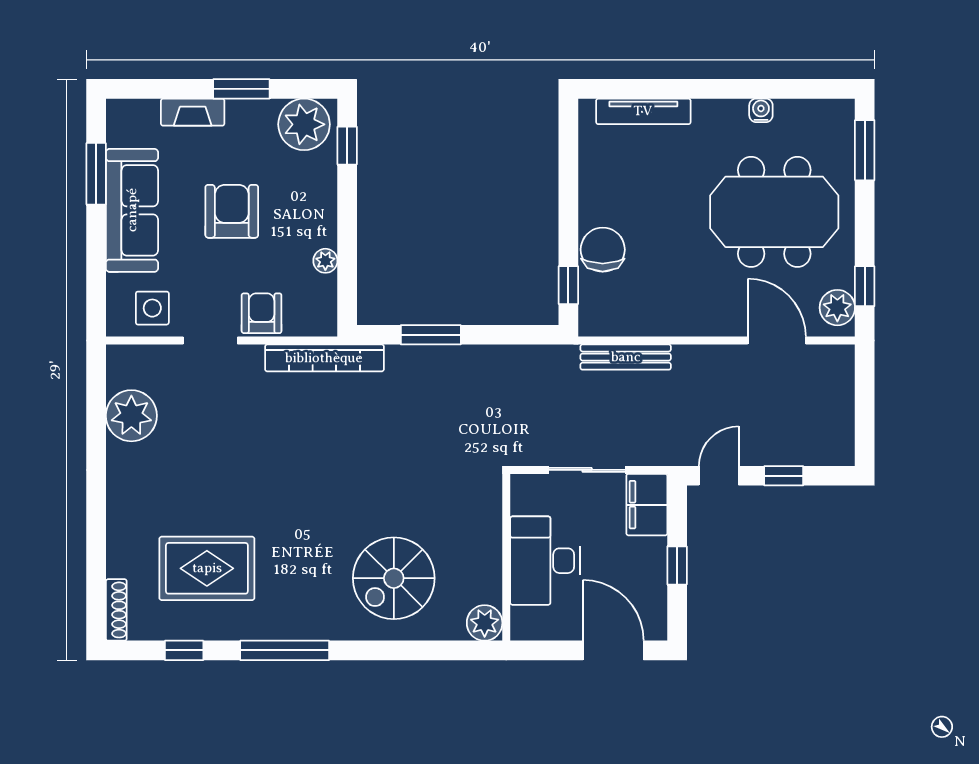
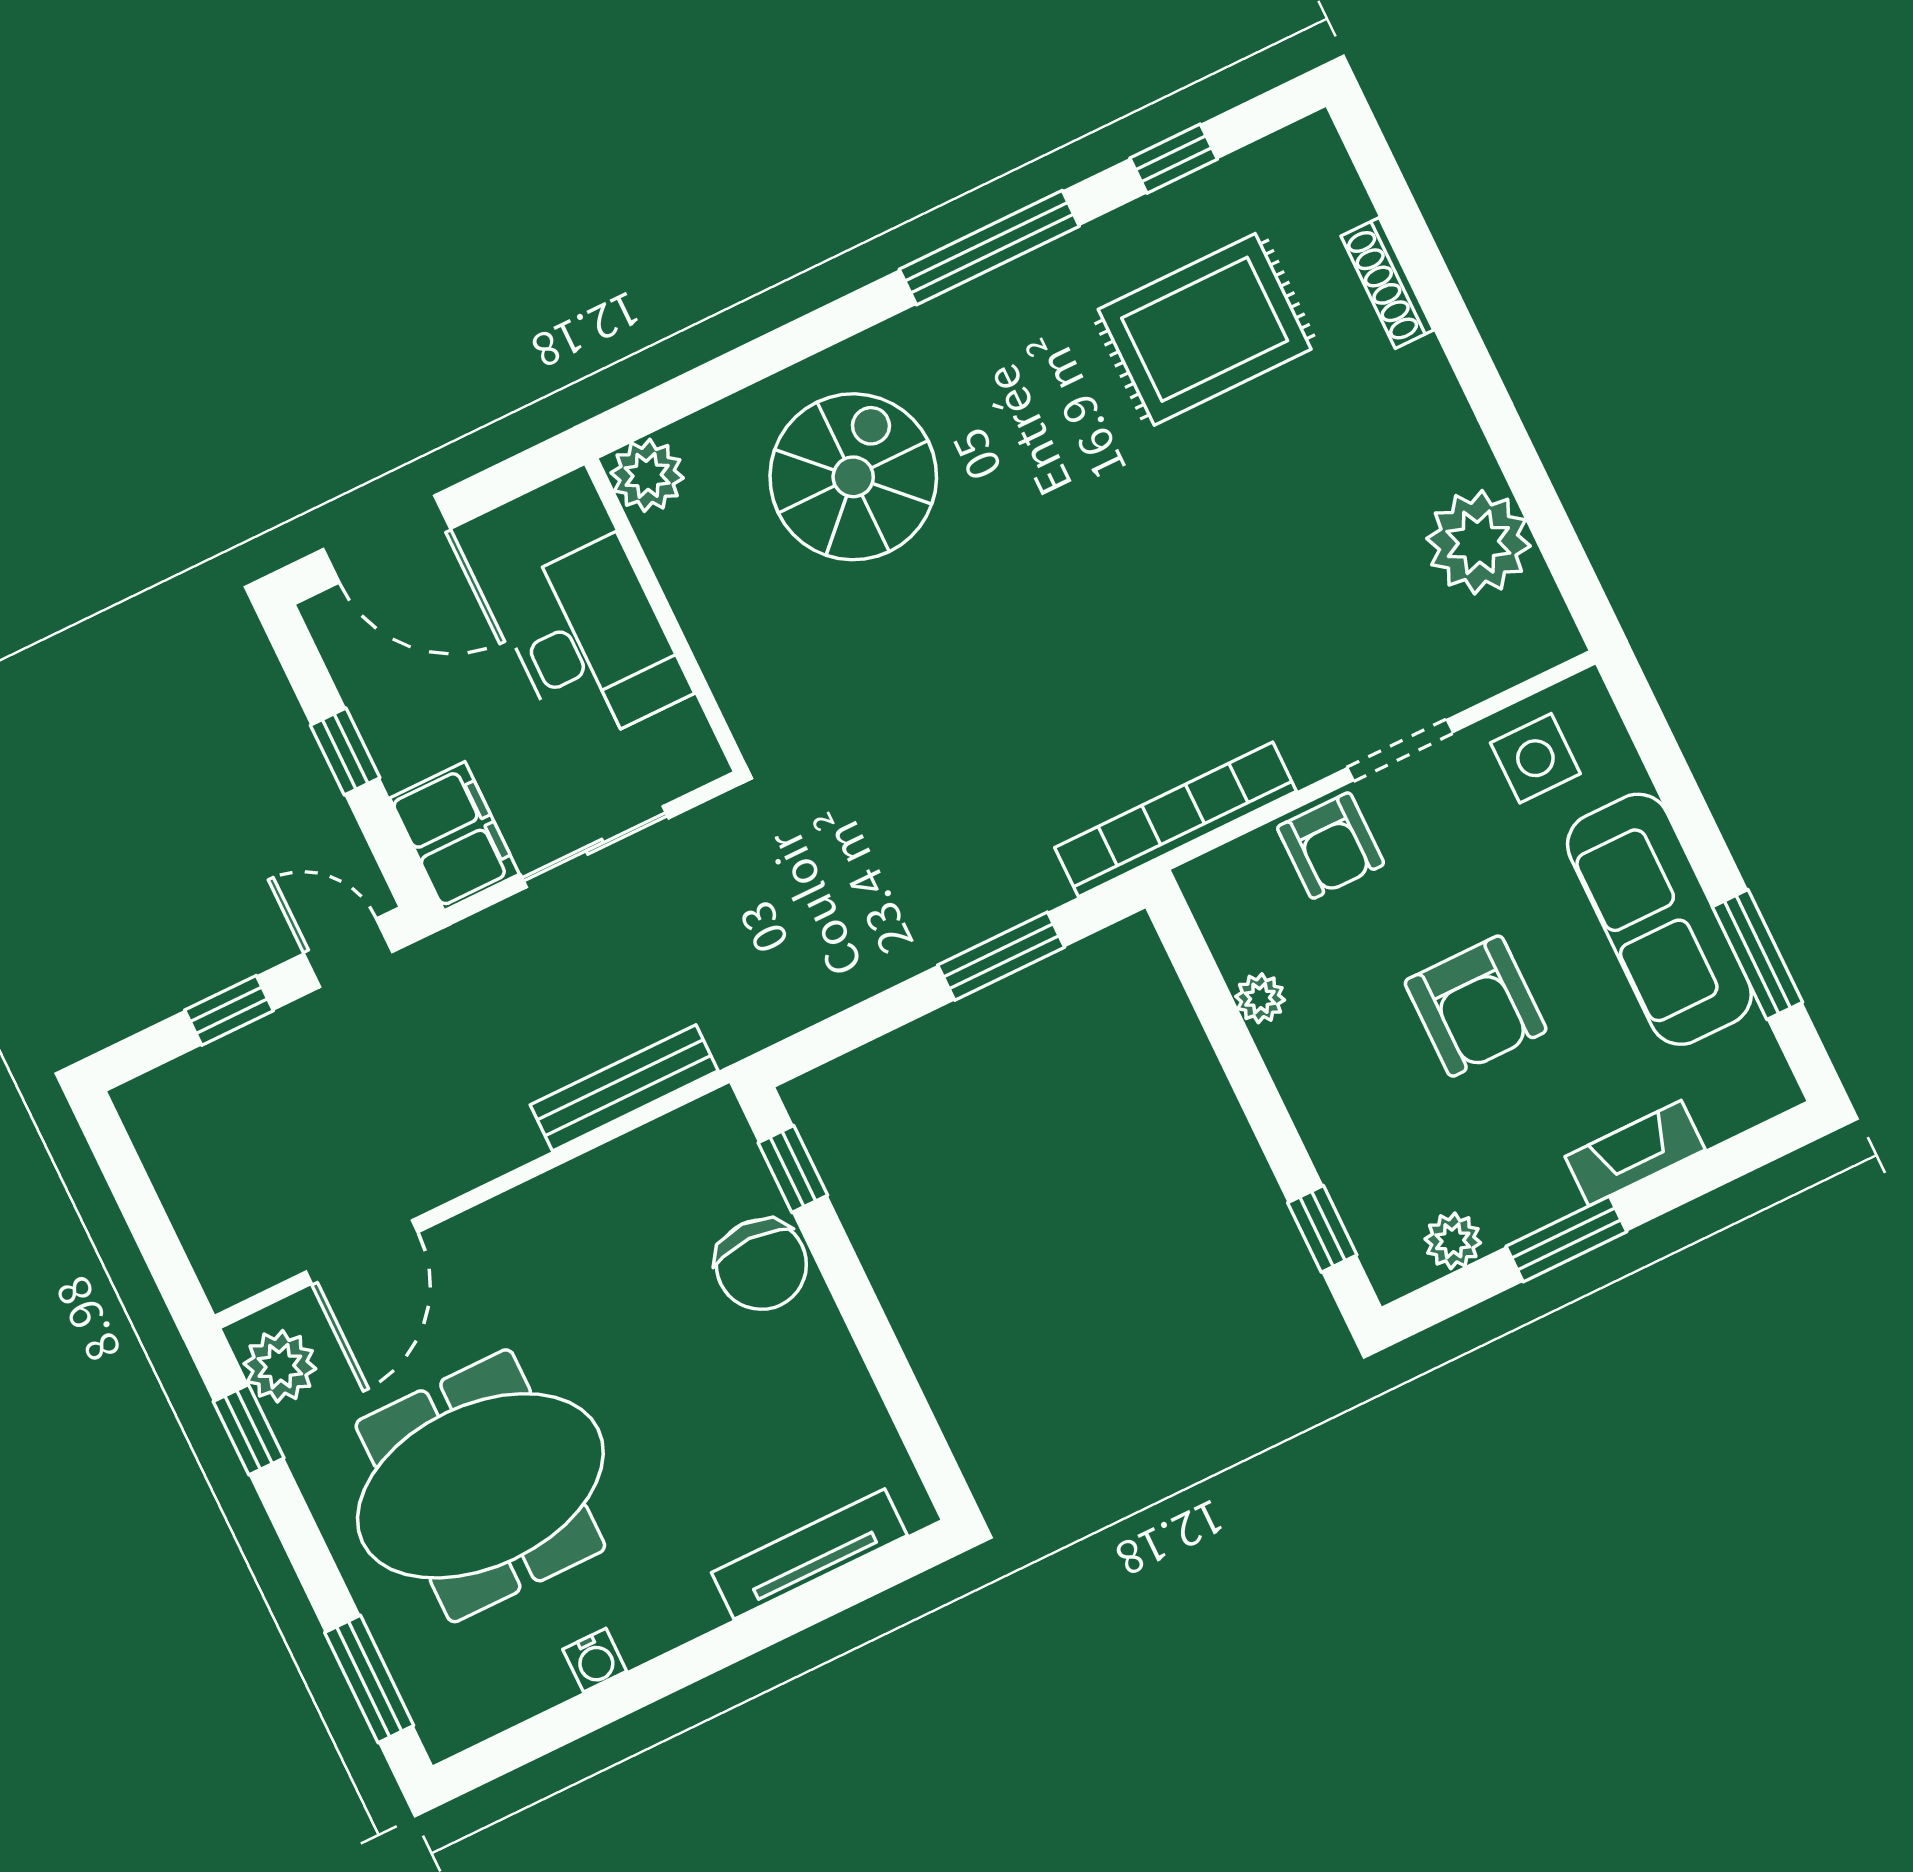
plant: (304, 124) -> (1453, 1241), width x0.53, depth x0.53
door: (777, 341) -> (362, 1252), hinge flipped
door: (719, 476) -> (348, 953), swing flipped
shoe rack: (116, 610) -> (1387, 283), moved

